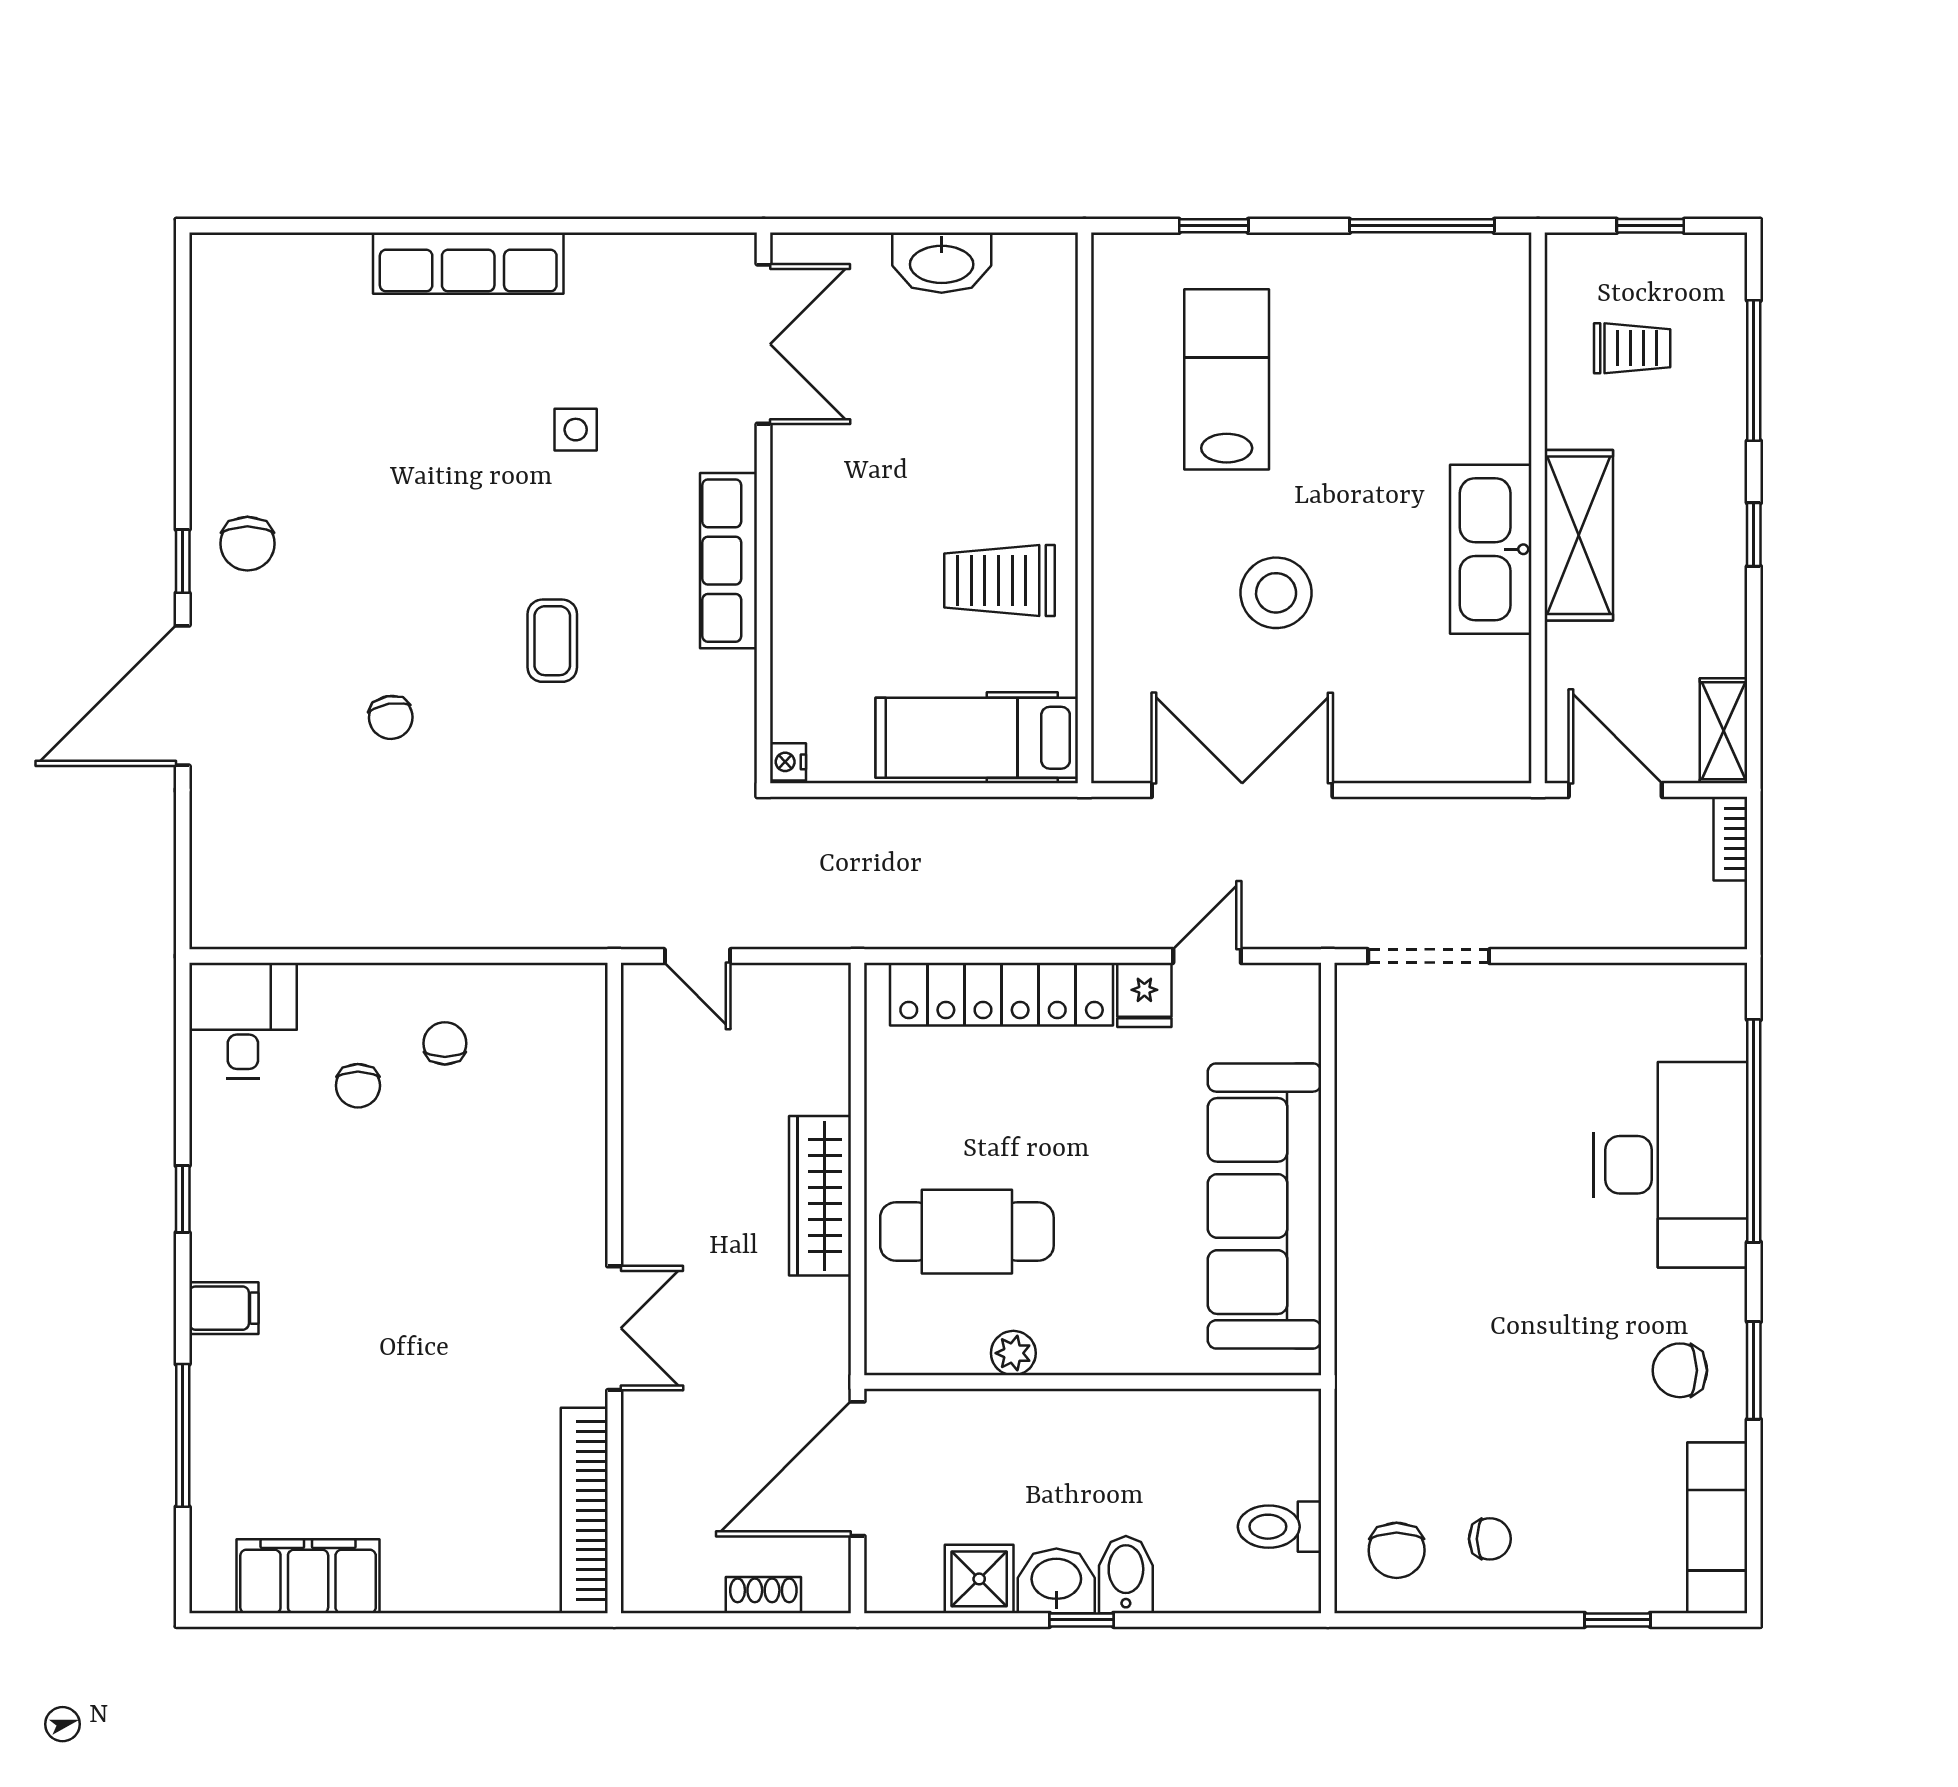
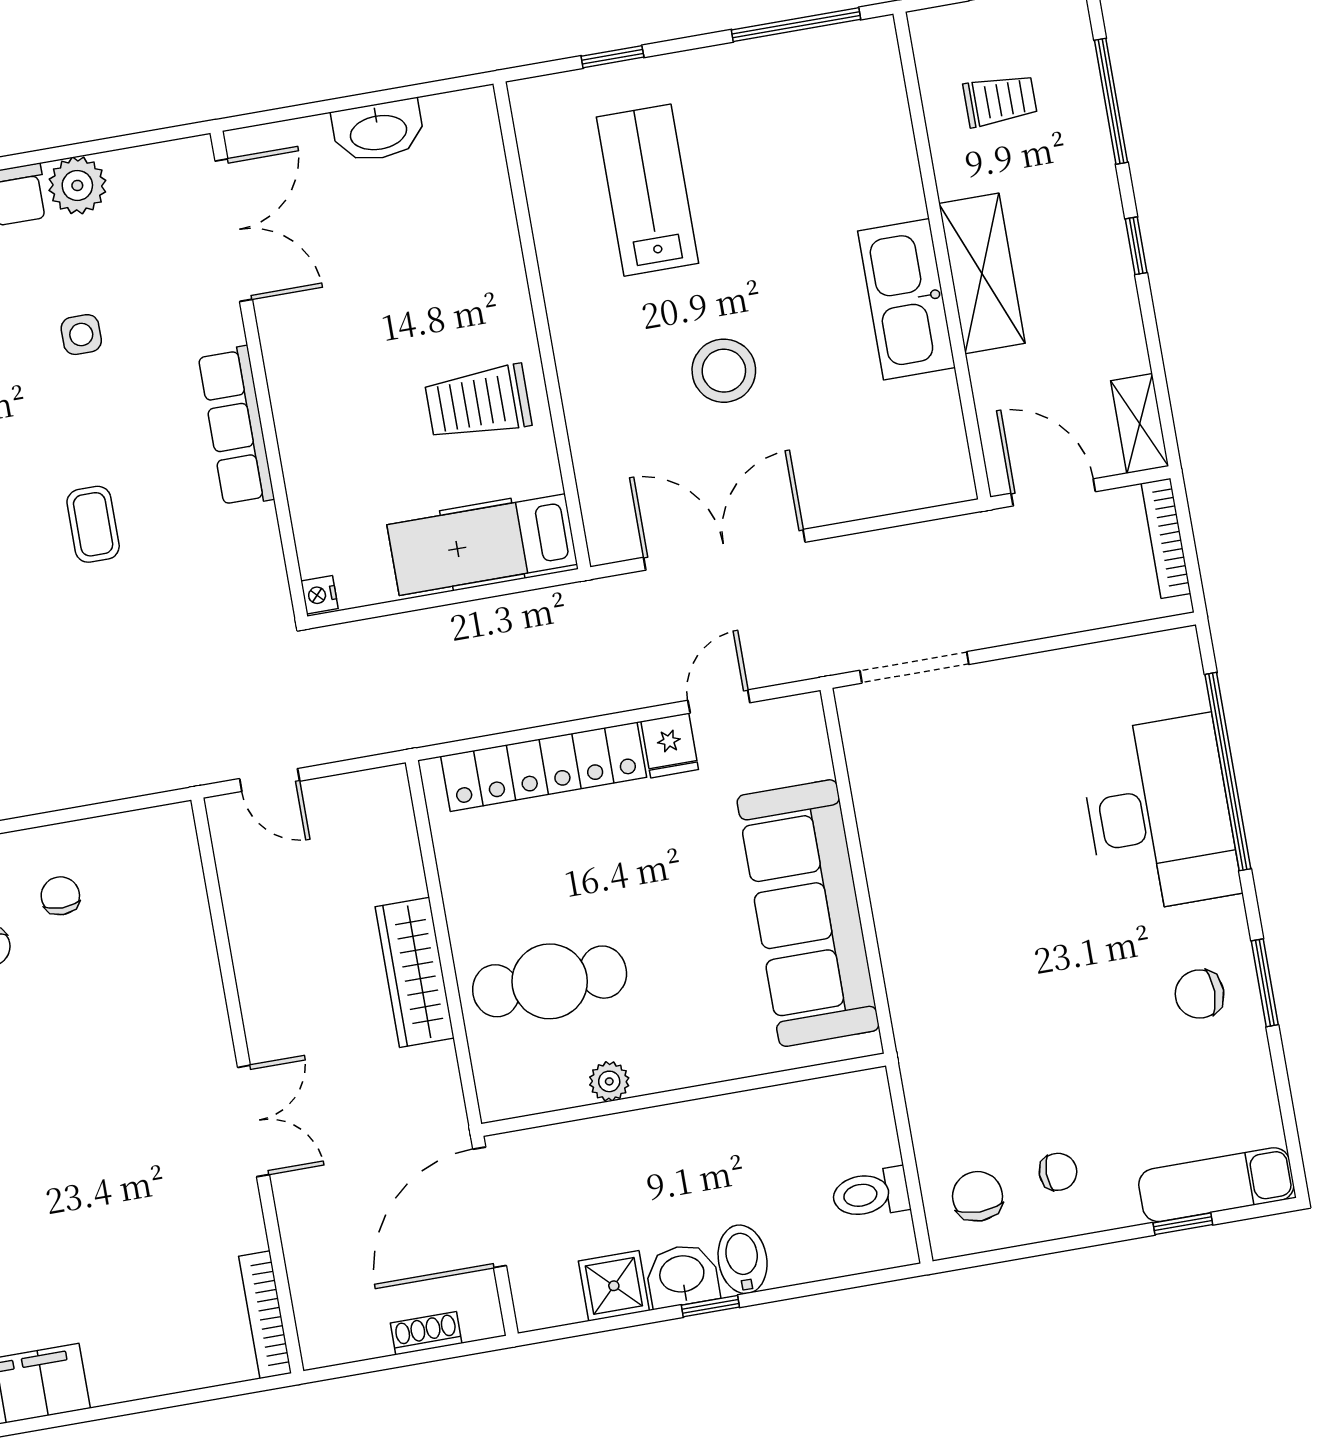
plant: (600, 265) -> (77, 185), added
bookcase: (1730, 839) -> (1166, 538), width x1.56
bookcase: (584, 1510) -> (265, 1315), width x0.68, depth x0.76
exam couch: (1717, 1528) -> (1216, 1185), moved, turned 90
chair: (1397, 1550) -> (977, 1196), turned 180

